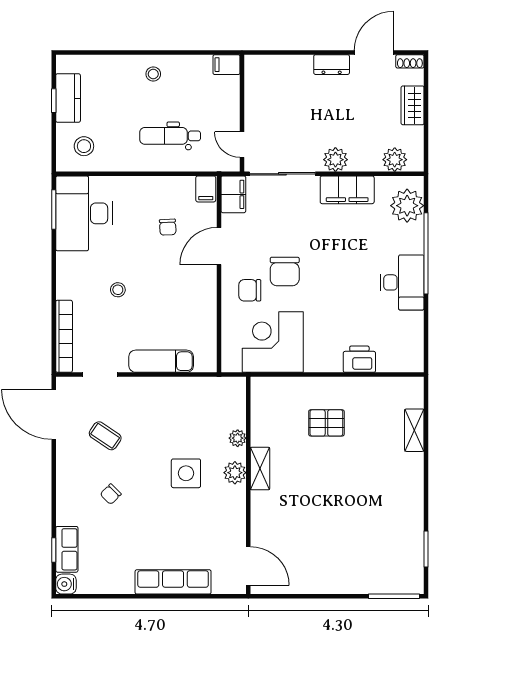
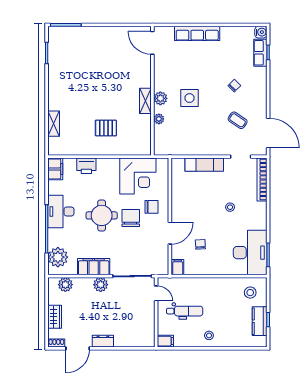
dental chair: (170, 136) -> (185, 311), moved
filing cabinet: (233, 194) -> (55, 169), moved, turned 180
round table: (334, 276) -> (102, 215), added

